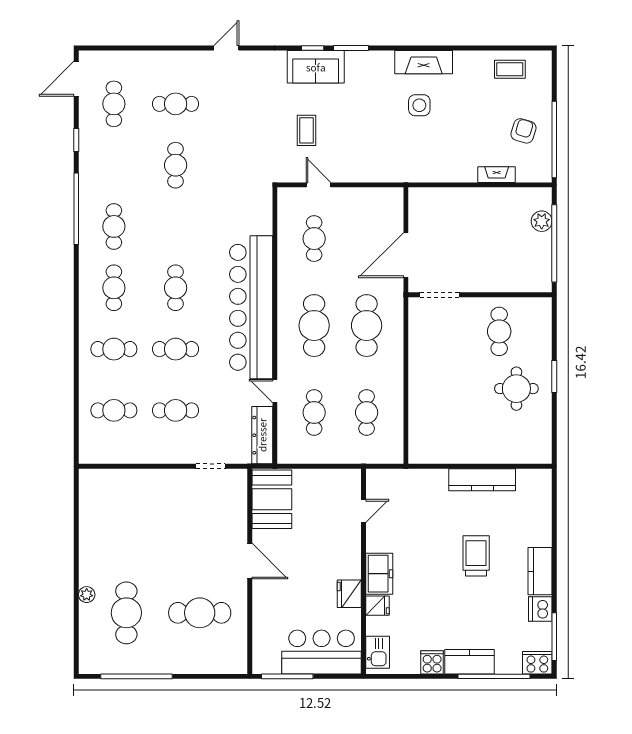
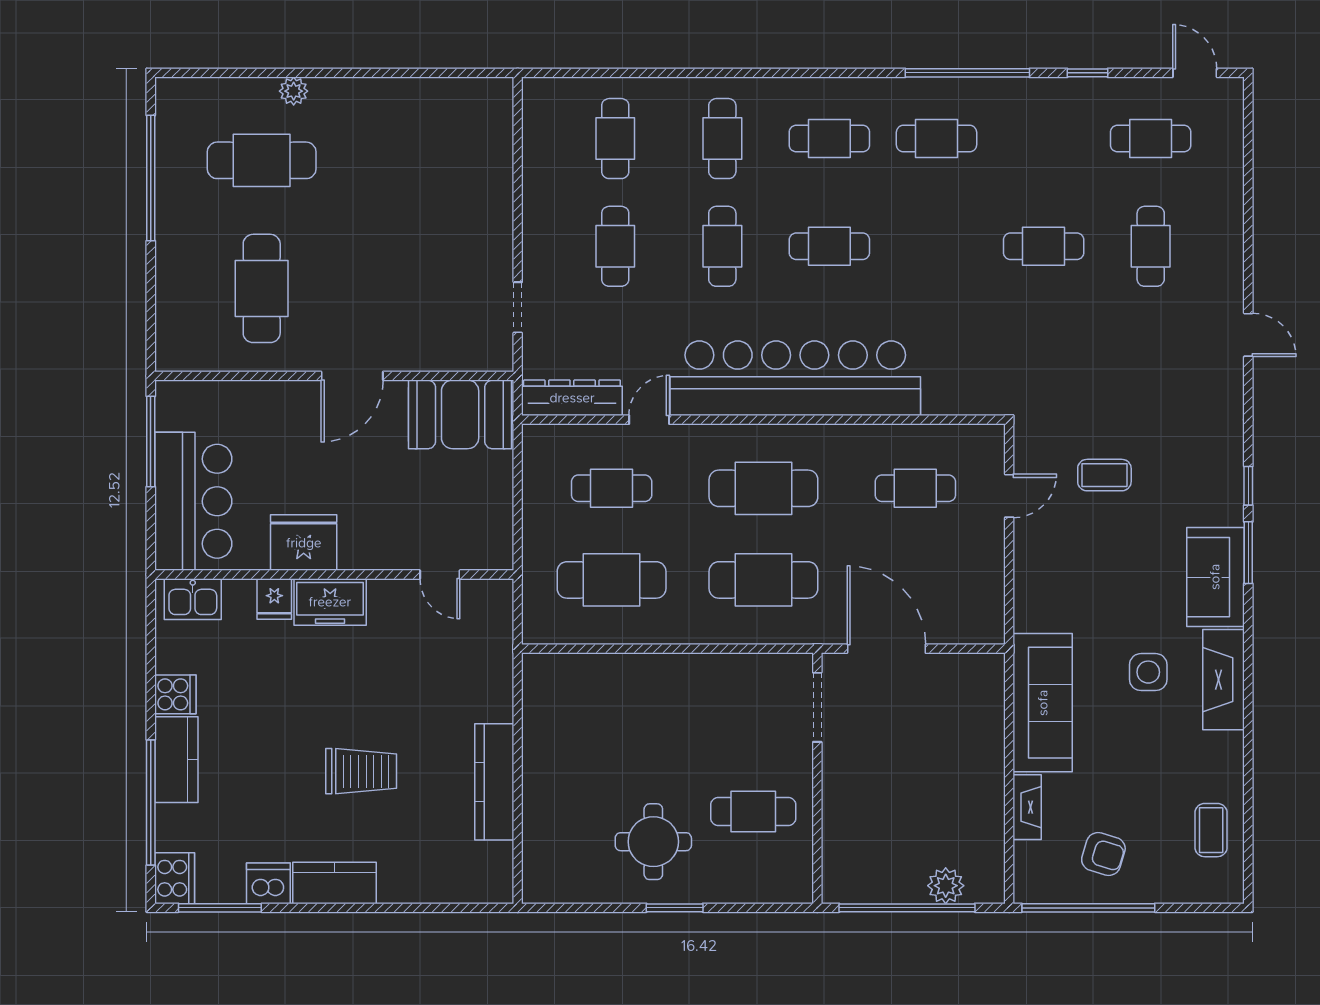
sofa: (316, 67) -> (1215, 577), moved
door: (76, 79) -> (1195, 73), width x0.73
sofa: (437, 166) -> (1043, 703), added
cafe table: (367, 413) -> (612, 580), width x1.37, depth x1.35
fridge: (349, 594) -> (304, 543), width x1.36, depth x1.34

